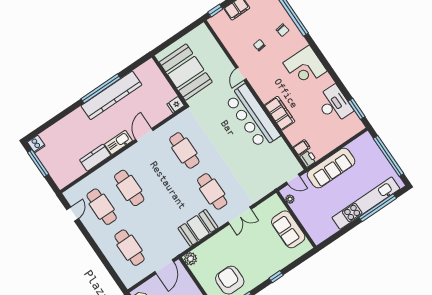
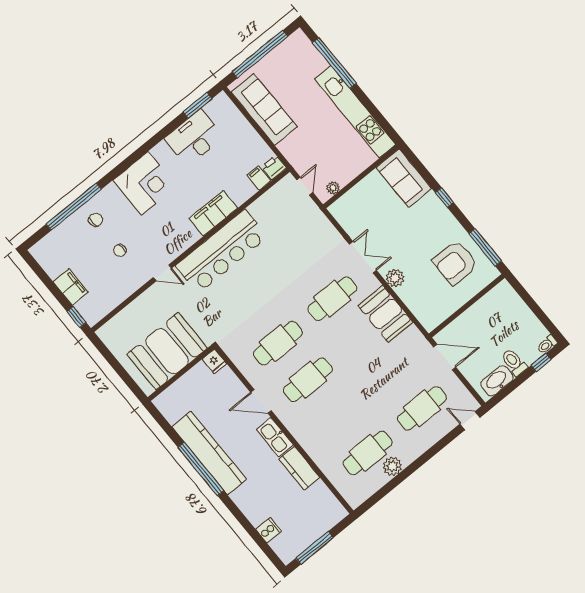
cooker: (36, 144) -> (269, 530), moved
sofa: (331, 168) -> (264, 109), moved
cafe table: (129, 188) -> (308, 380), moved
kitchen unit: (366, 203) -> (355, 112), moved
door: (73, 214) -> (470, 421), moved
plant: (91, 223) -> (393, 466), added
sofa: (288, 229) -> (404, 178), moved, turned 90
plant: (191, 259) -> (395, 278), moved

